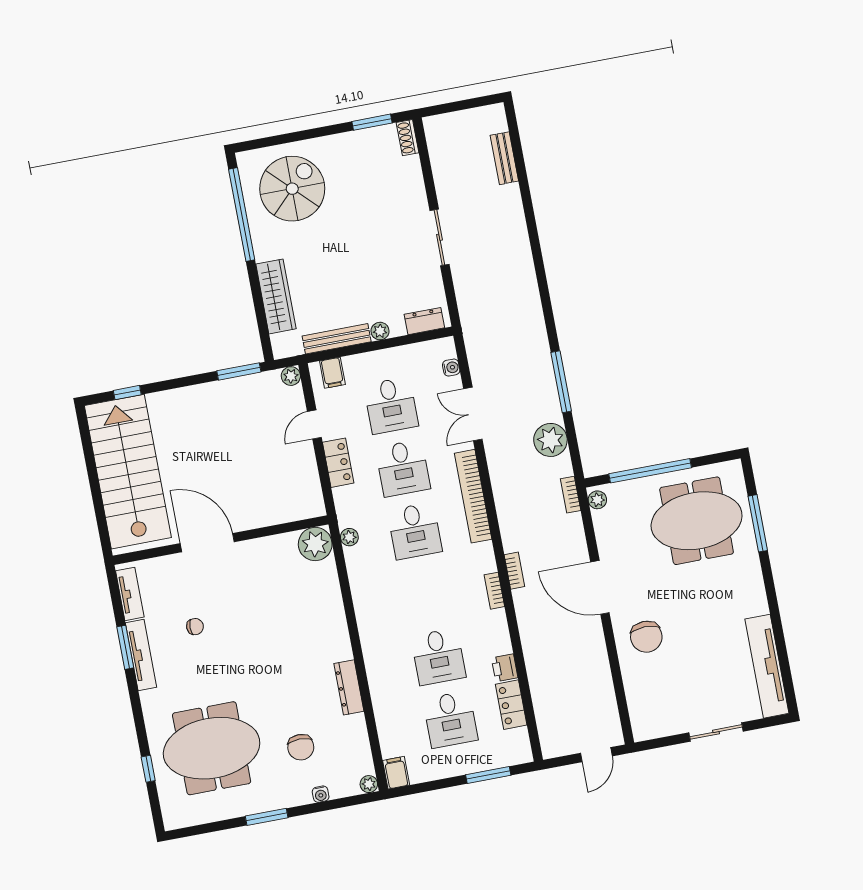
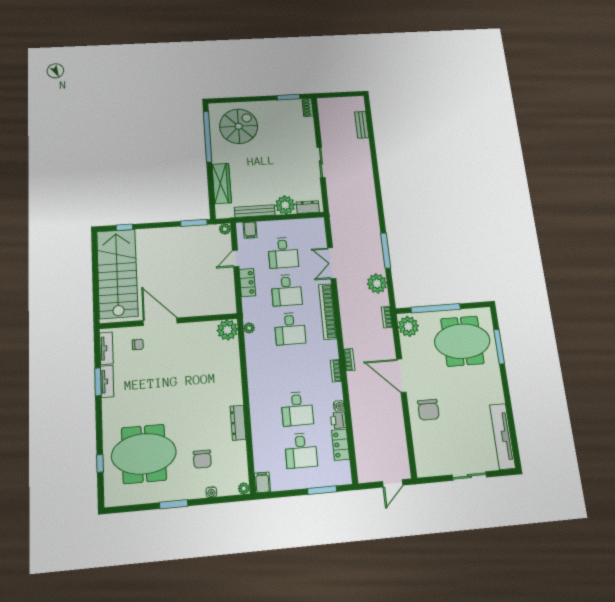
plant: (380, 331) -> (285, 205), width x1.88, depth x1.88
water cooler: (451, 368) -> (339, 406), moved
plant: (597, 500) -> (408, 326), width x1.88, depth x1.88
chair: (195, 627) -> (138, 344), moved
tv unit: (141, 655) -> (107, 381), width x0.71

